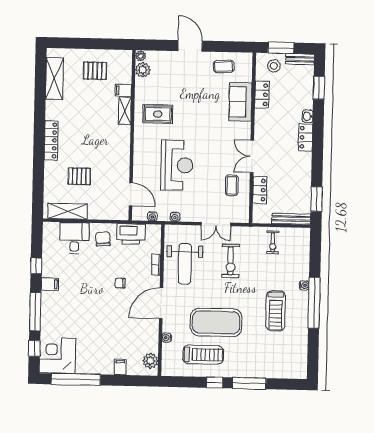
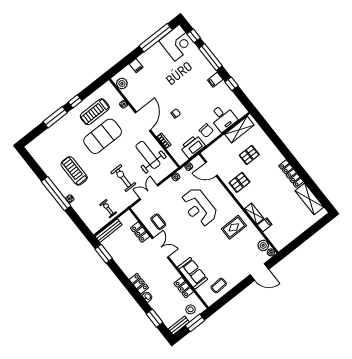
door: (190, 46) -> (259, 272), moved
pallet: (95, 71) -> (239, 182), moved
locker: (51, 140) -> (291, 174), moved

